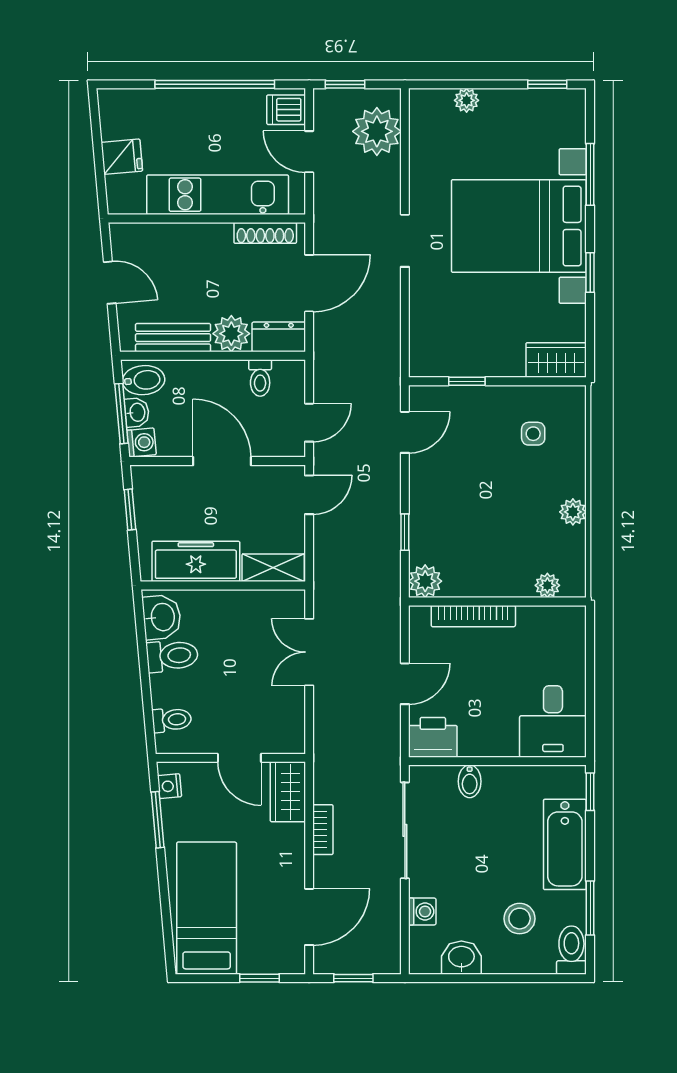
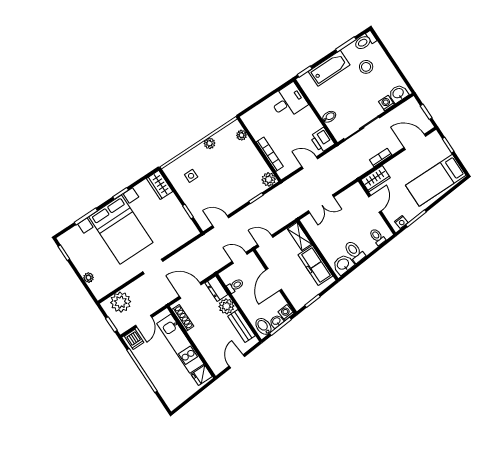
fridge: (122, 157) -> (202, 375), moved, turned -85
washbasin: (461, 958) -> (398, 94), moved, turned 90

